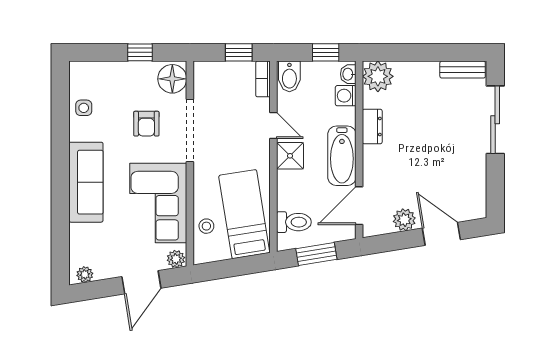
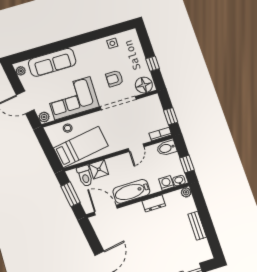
bench: (463, 70) -> (197, 226), moved
plant: (378, 76) -> (186, 192), width x0.53, depth x0.53
shower: (290, 156) -> (99, 169), moved
sofa: (86, 182) -> (52, 62), moved
plant: (404, 220) -> (106, 239), removed

